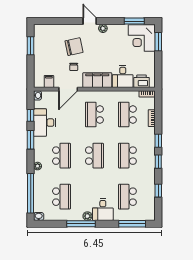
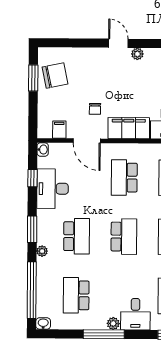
chair: (74, 47) -> (55, 76), moved
door: (68, 89) -> (87, 141), hinge flipped
window: (31, 140) -> (32, 229), moved
school desk: (61, 197) -> (76, 295), turned 180

